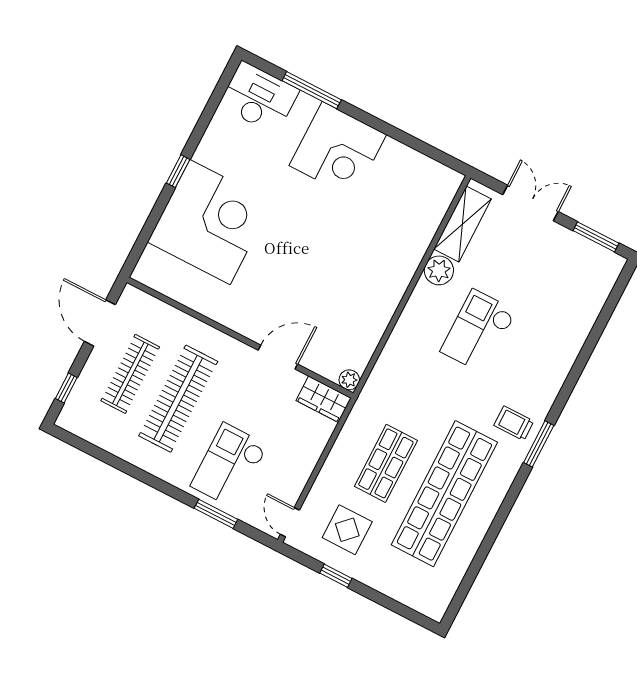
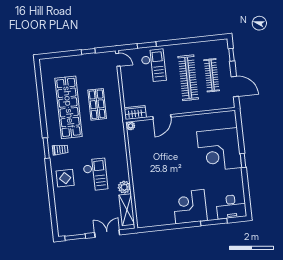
double door: (530, 203) -> (107, 234), swing flipped
display table: (347, 530) -> (65, 178), moved

